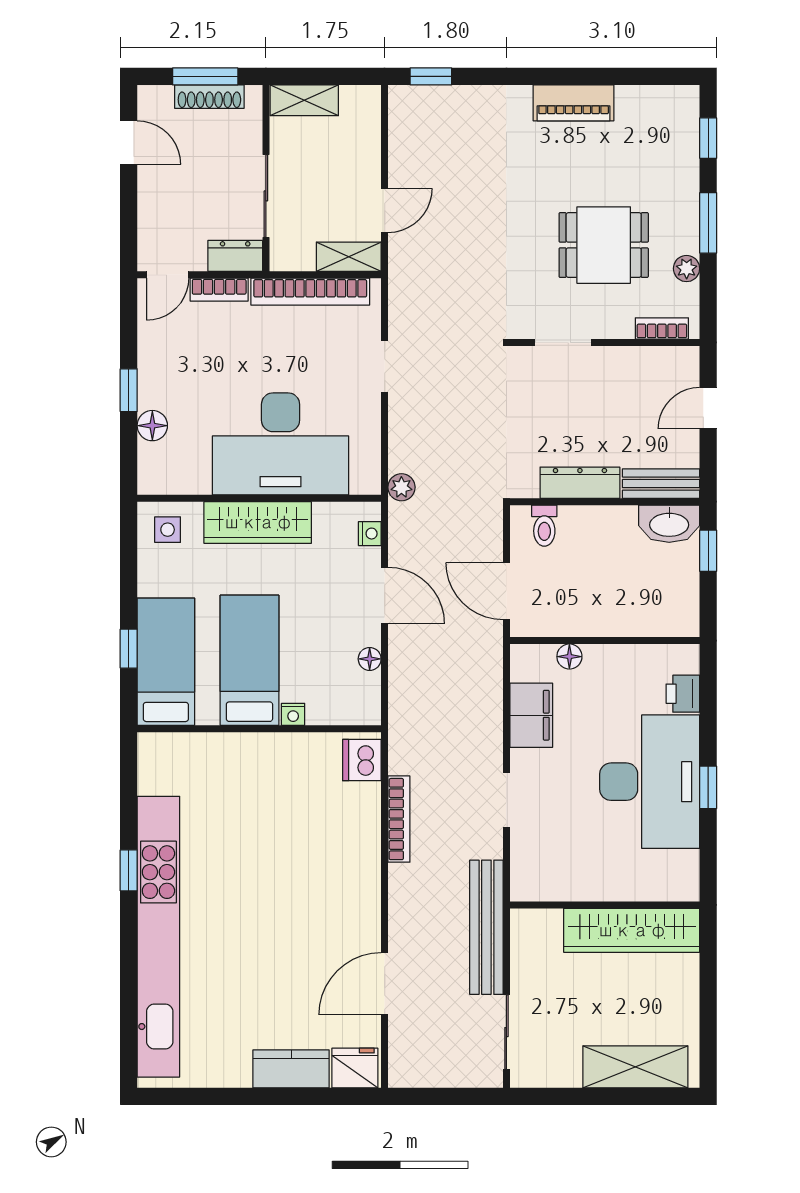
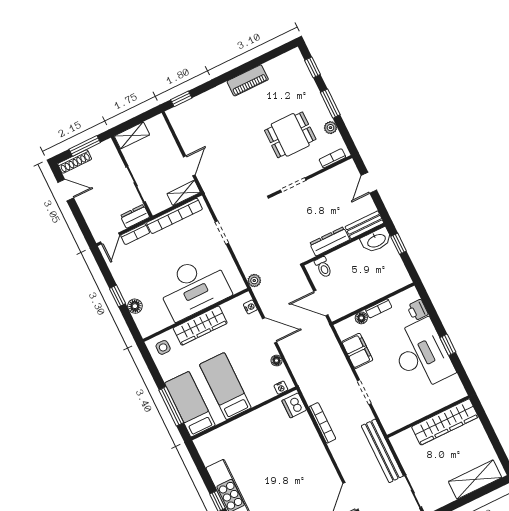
shoe rack: (209, 97) -> (75, 161), moved
window: (129, 649) -> (171, 406), width x2.17
bookcase: (611, 655) -> (379, 308), added
nightstand: (293, 714) -> (281, 388), moved

